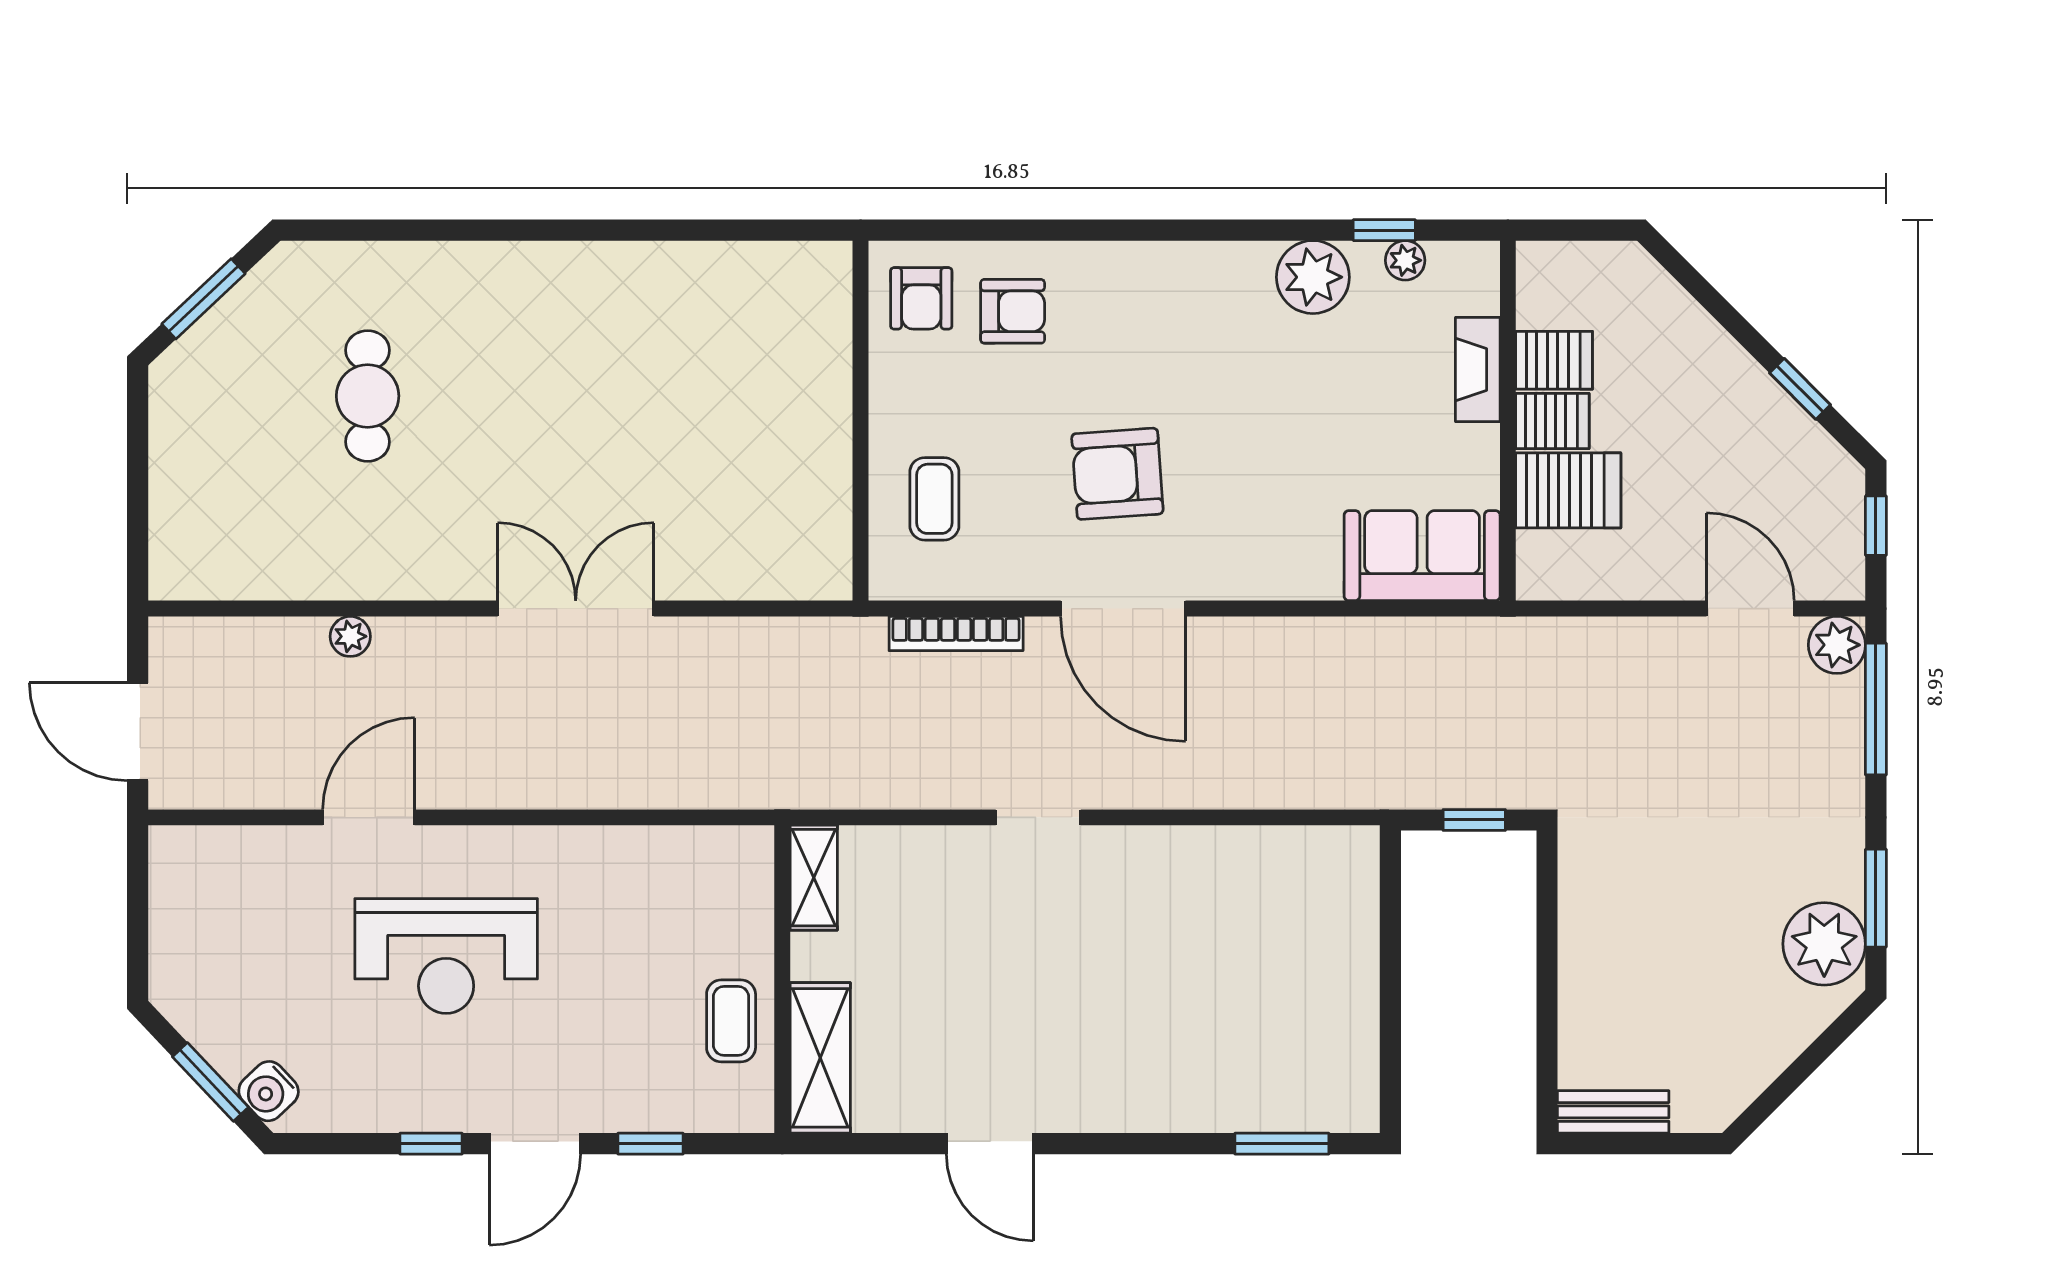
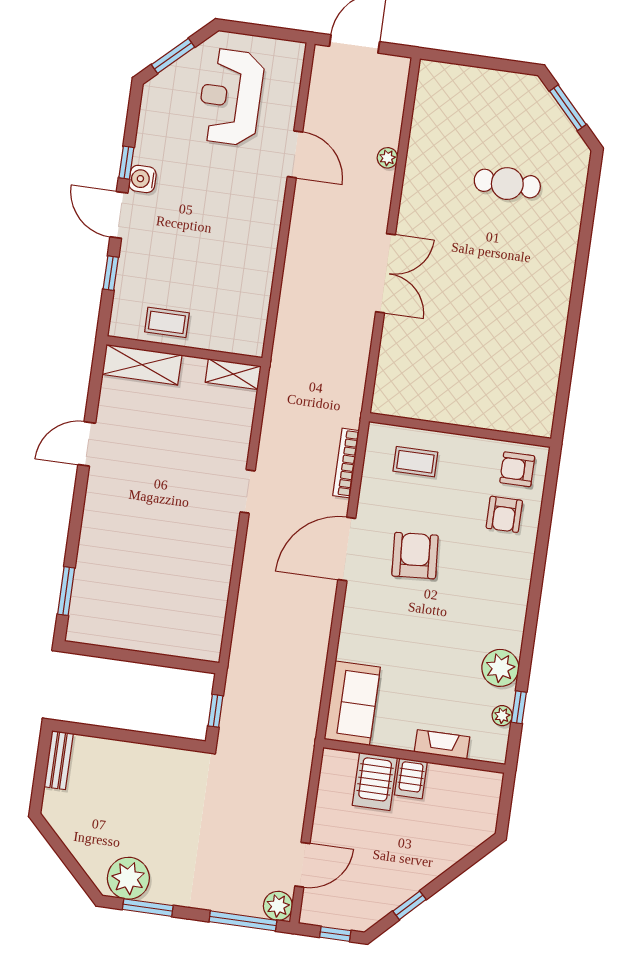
server rack: (1554, 360) -> (441, 784), removed
reception desk: (446, 956) -> (231, 97), moved
water cooler: (269, 1091) -> (142, 179), moved, turned -47

